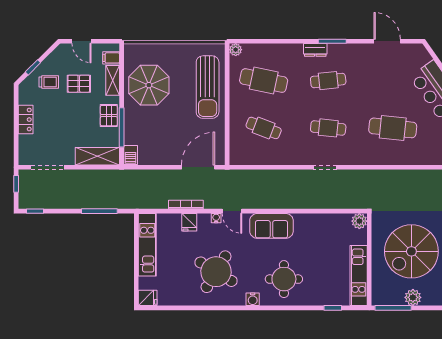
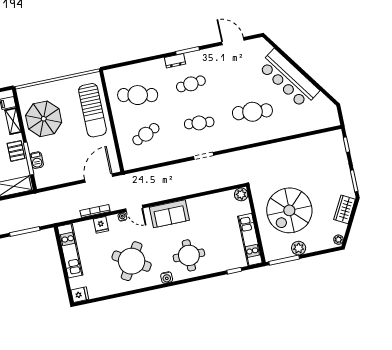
plant: (236, 50) -> (109, 74), removed
cafe table: (264, 128) -> (146, 134), turned -45
barbecue: (131, 155) -> (37, 160), moved

